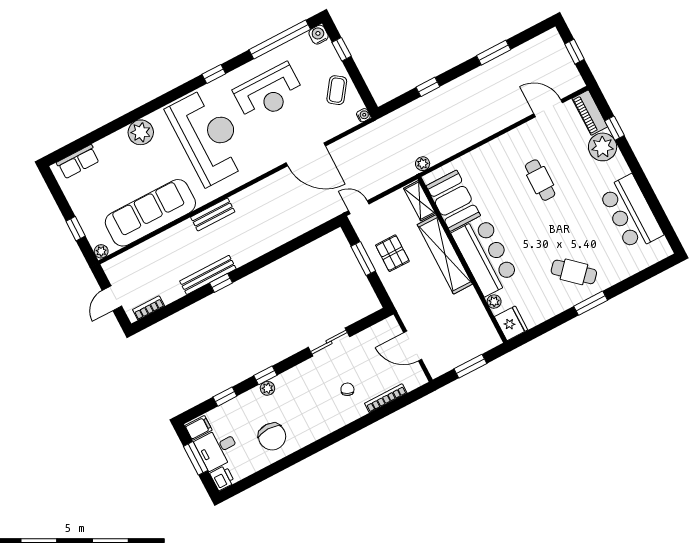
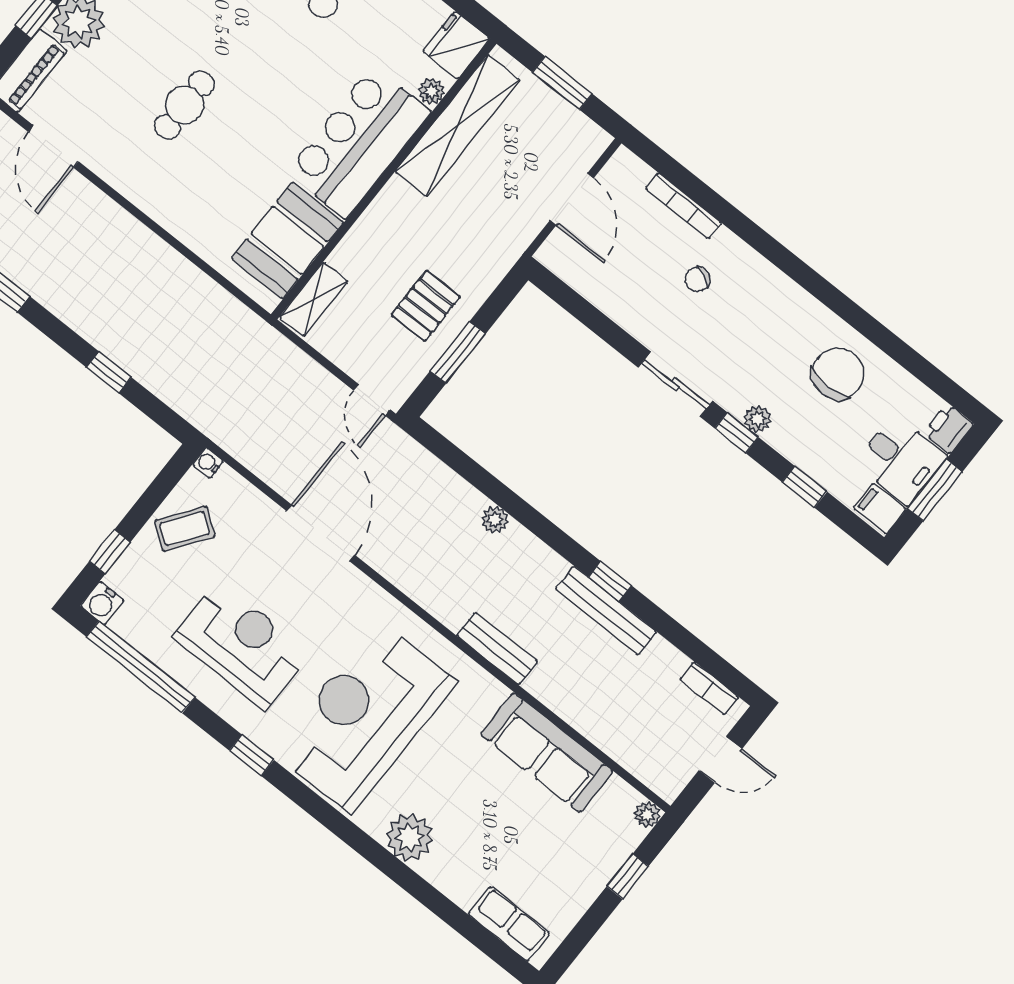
plant: (423, 164) -> (495, 520), moved
sofa: (150, 213) -> (547, 753), width x0.74, depth x0.79
shelving: (445, 254) -> (458, 126), moved
sliding door: (329, 342) -> (676, 384), moved

